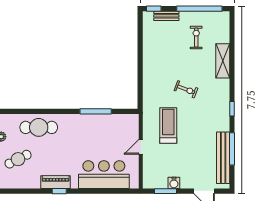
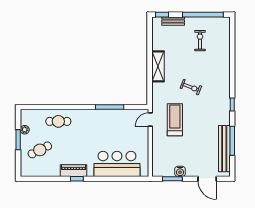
shelving: (223, 61) -> (158, 66), moved
cafe table: (39, 127) -> (58, 121), width x0.73, depth x0.74
door: (141, 147) -> (150, 120), moved

